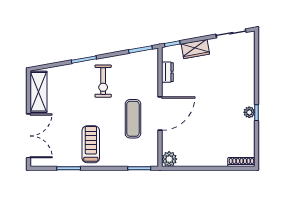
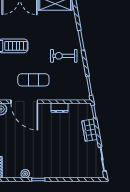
dresser: (167, 72) -> (60, 108), moved
plant: (249, 112) -> (25, 174), moved
door: (160, 114) -> (24, 102), moved

